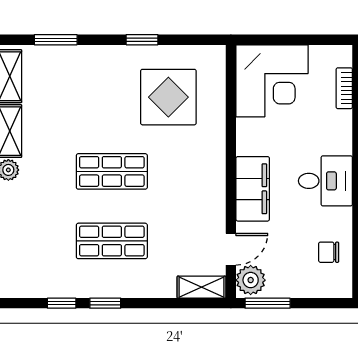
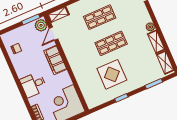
display table: (168, 97) -> (112, 74), moved
desk: (325, 181) -> (33, 85), moved

